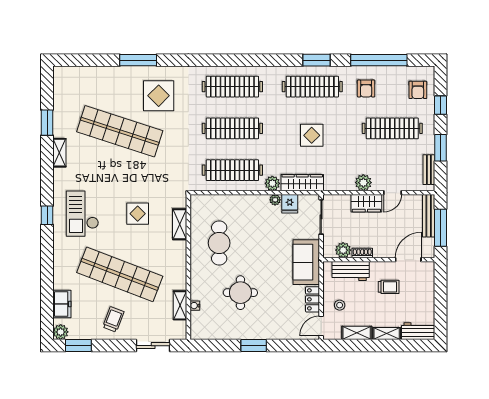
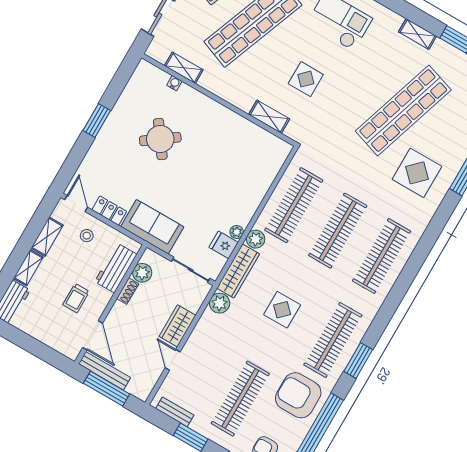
armchair: (366, 88) -> (298, 395), width x1.88, depth x1.88
plant: (363, 183) -> (220, 303), moved
bench: (429, 216) -> (105, 371), moved
cafe table: (219, 243) -> (225, 147), removed
round table: (240, 293) -> (160, 139), turned -36

